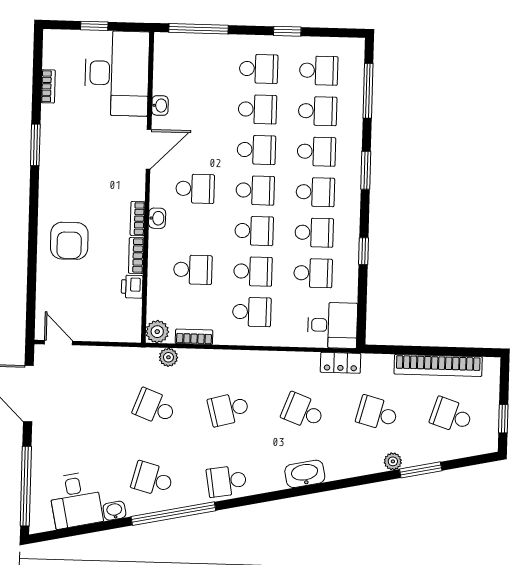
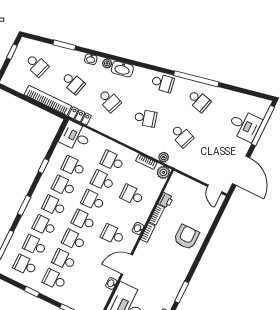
bookcase: (438, 365) -> (48, 100), moved
plant: (393, 461) -> (107, 63), moved
desk: (75, 500) -> (245, 125), moved, turned 102
washbasin: (114, 511) -> (91, 59), moved

